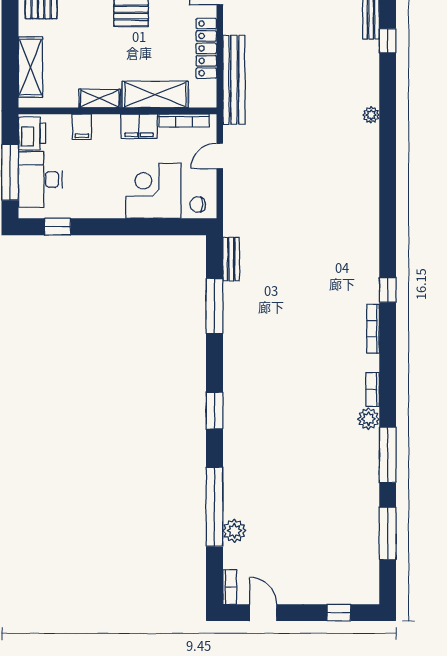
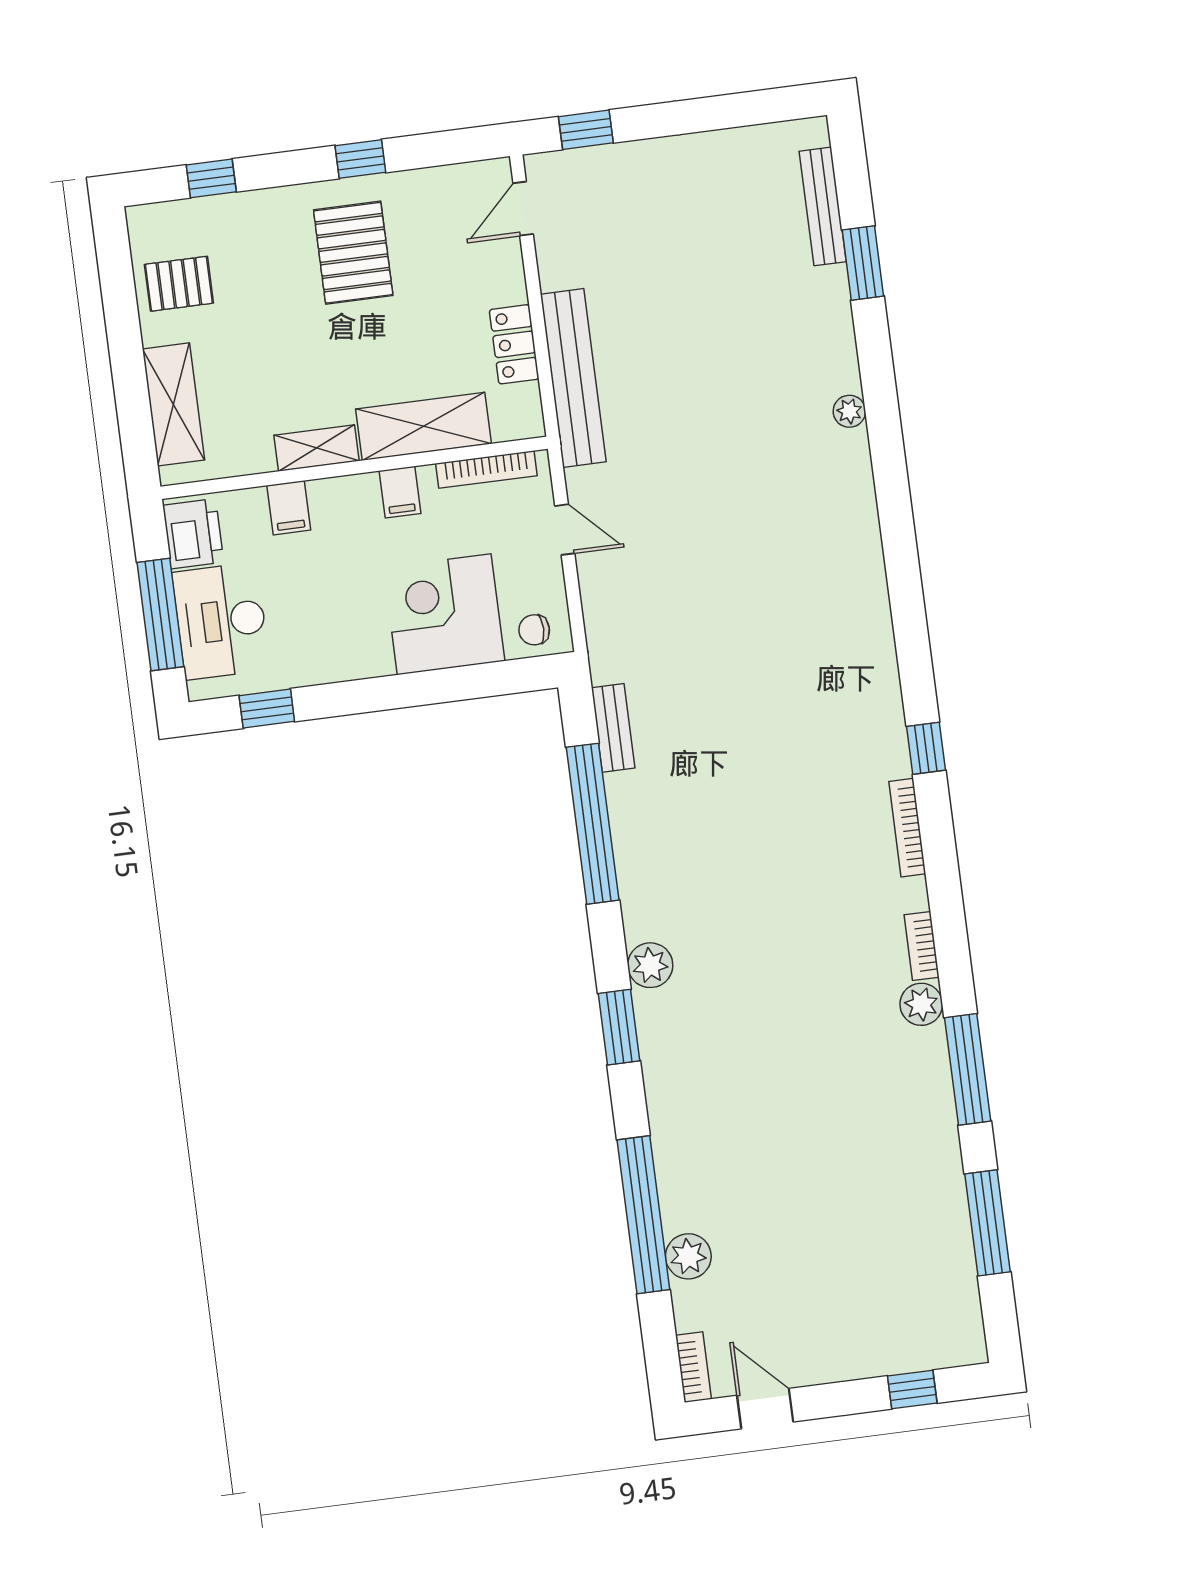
window: (388, 41) -> (863, 263), width x1.50
locker: (206, 48) -> (514, 344), width x0.66
filing cabinet: (139, 126) -> (400, 492), width x0.50
door: (220, 156) -> (565, 530), swing flipped
window: (214, 306) -> (593, 824), width x1.46
plant: (234, 381) -> (650, 965), added

